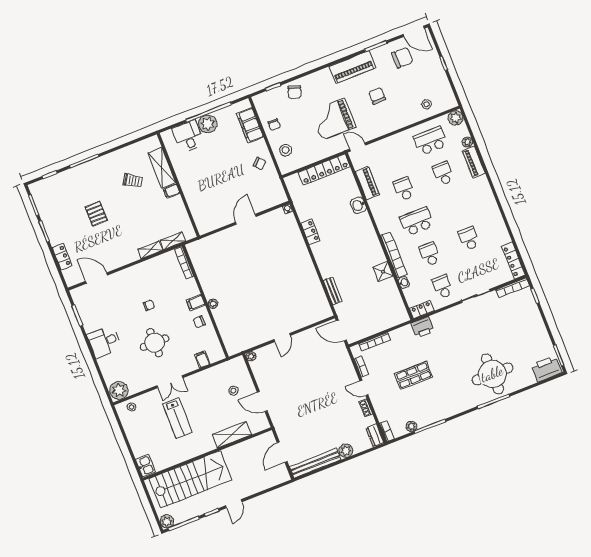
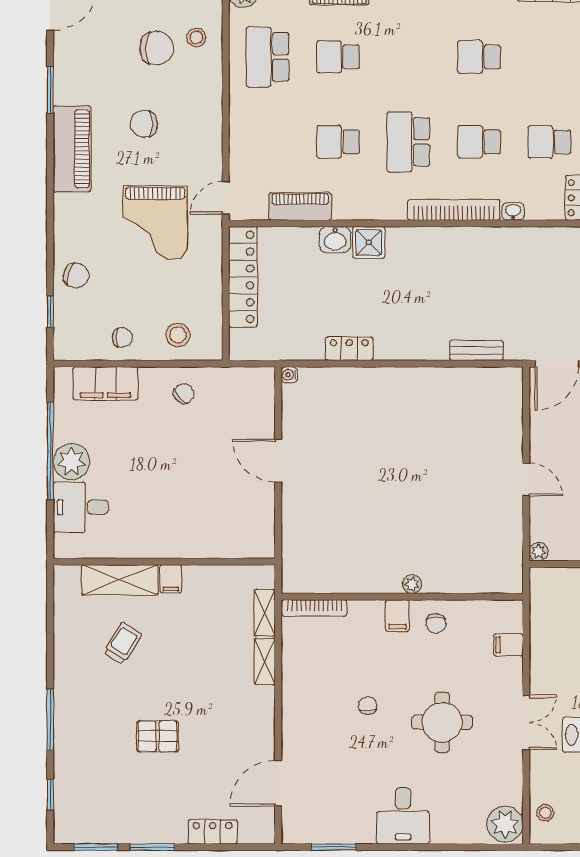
chair: (402, 58) -> (157, 48), moved, turned 90
shower: (383, 272) -> (369, 242), moved

